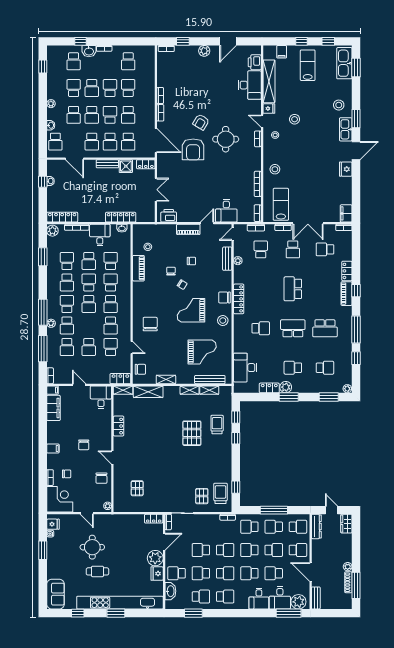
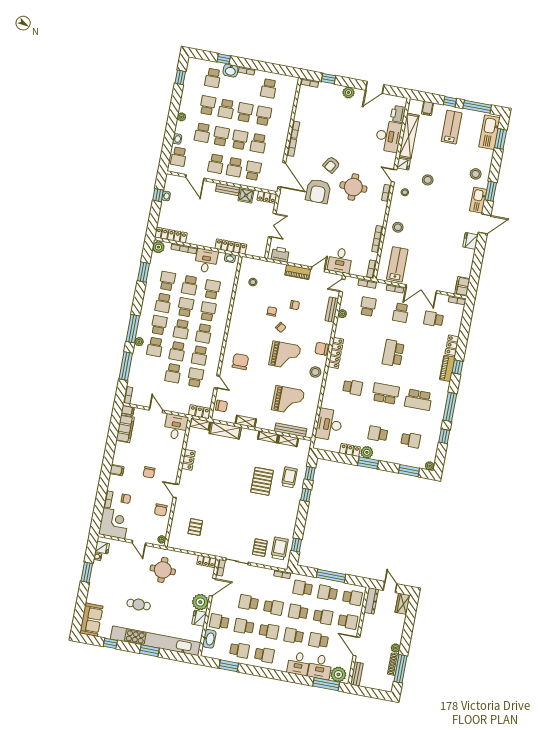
window: (328, 41) -> (477, 107), width x2.17
school desk: (92, 115) -> (221, 136), turned 180
school desk: (128, 142) -> (253, 171), turned 180
piano: (138, 268) -> (239, 302), removed
grand piano: (191, 310) -> (285, 355), turned 180
school desk: (67, 347) -> (177, 351), moved
round table: (92, 547) -> (163, 570), moved

